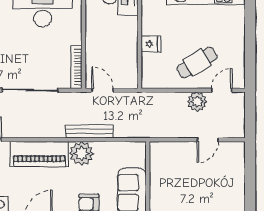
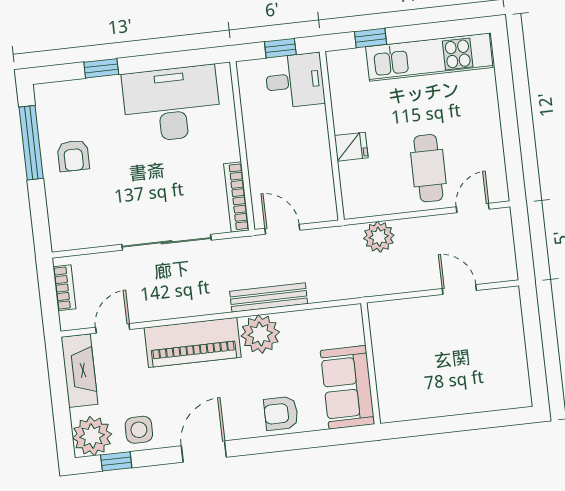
cafe table: (197, 63) -> (428, 168), turned -59
plant: (197, 102) -> (379, 237), moved
door: (208, 140) -> (459, 289), swing flipped

